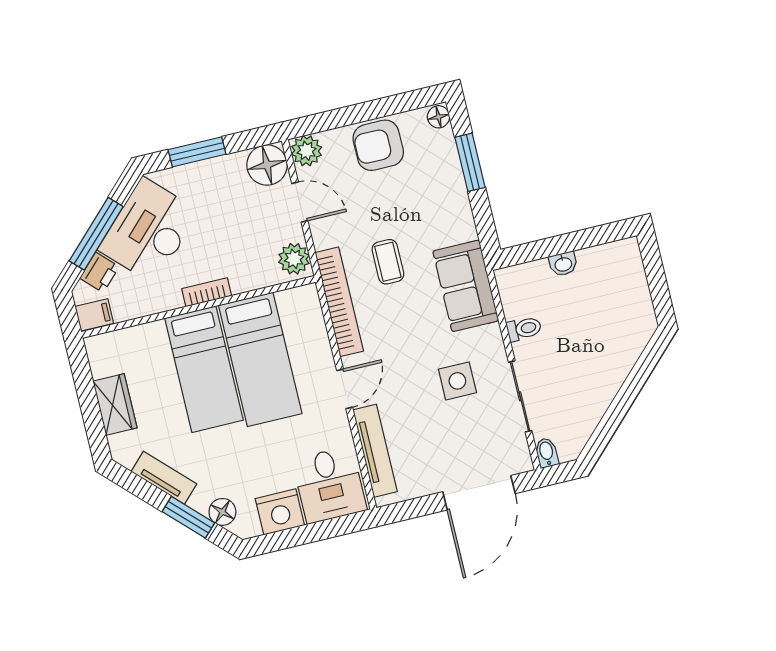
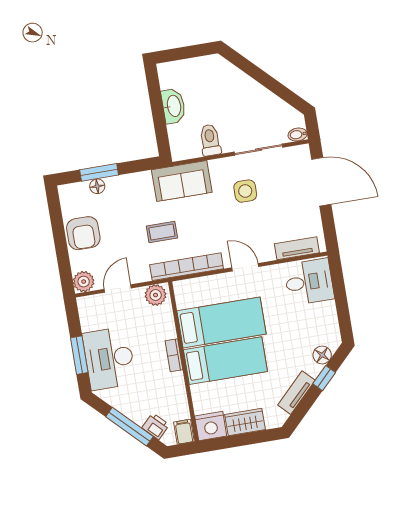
floor lamp: (439, 117) -> (97, 186), moved
floor lamp: (267, 165) -> (91, 309), removed
desk: (149, 230) -> (109, 358), moved, turned 45
washbasin: (563, 264) -> (173, 106), width x1.91, depth x1.45
toilet: (524, 329) -> (210, 140), width x1.37, depth x1.39
tv unit: (375, 451) -> (297, 248), width x0.71
nightstand: (280, 512) -> (211, 426), moved, turned 90
window: (188, 517) -> (324, 378), width x0.67

